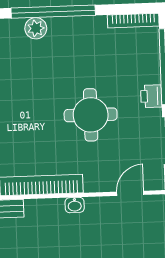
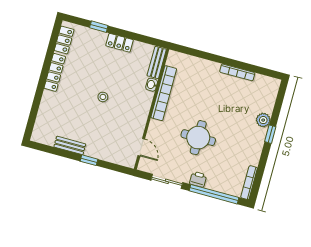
window: (53, 12) -> (270, 134), width x0.32
washbasin: (75, 205) -> (152, 85), moved

